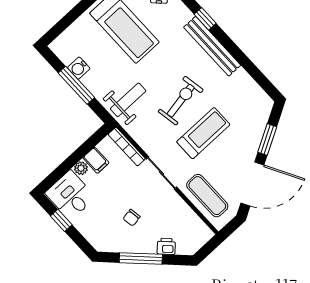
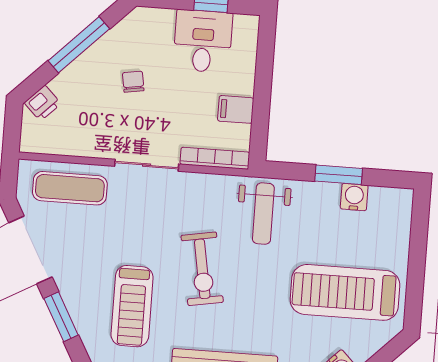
window: (76, 85) -> (339, 175), width x0.69
treadmill: (203, 133) -> (132, 306), moved
plant: (81, 168) -> (244, 84), removed
desk: (70, 195) -> (203, 41), moved, turned -90
printer: (166, 246) -> (43, 103), moved

